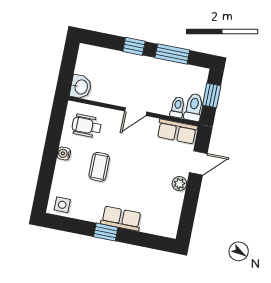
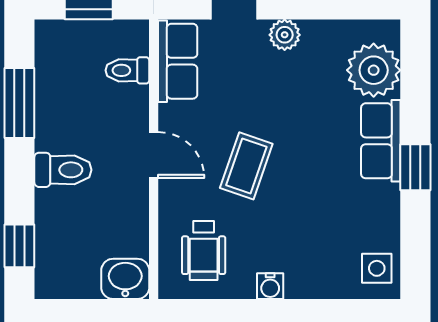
window: (134, 46) -> (19, 246), moved
toilet: (194, 107) -> (63, 170), moved, turned 180
coffee table: (99, 167) -> (246, 166), moved, turned -71
plant: (155, 222) -> (374, 70), added

